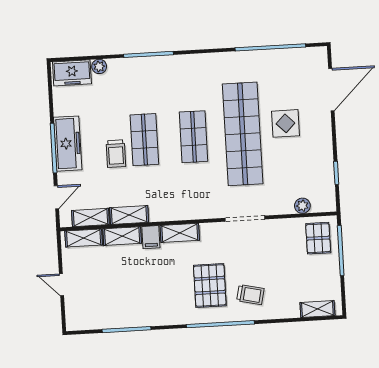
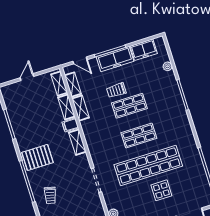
freezer: (72, 73) -> (144, 50), moved, turned -90
pallet: (210, 285) -> (38, 157), moved

